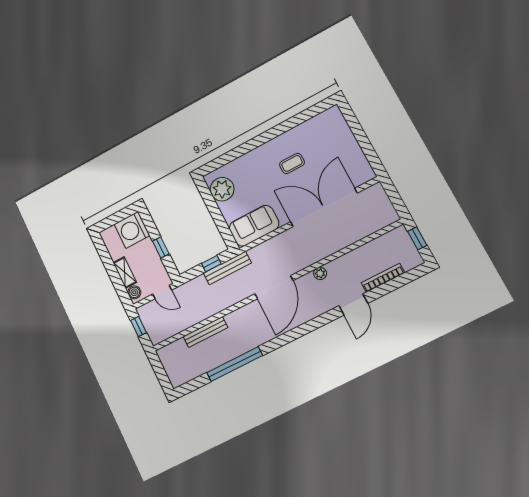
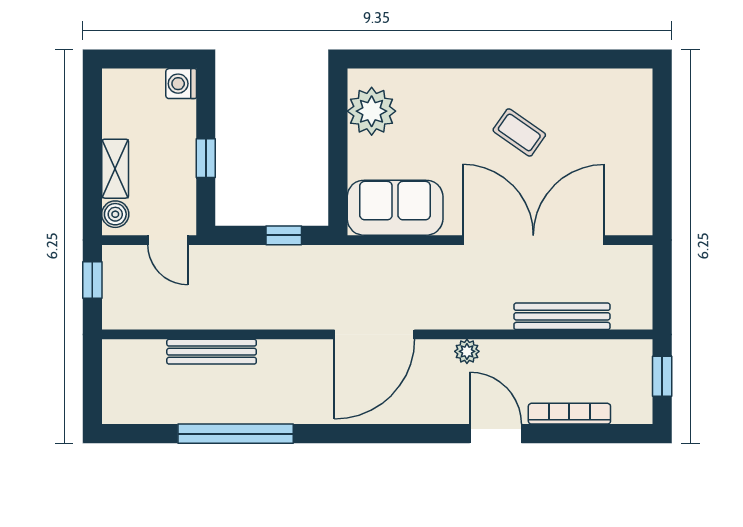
coffee table: (292, 163) -> (519, 132), turned 35
washing machine: (132, 230) -> (181, 84), width x0.53, depth x0.53
bench: (227, 268) -> (562, 316), moved
door: (353, 304) -> (496, 434), swing flipped

